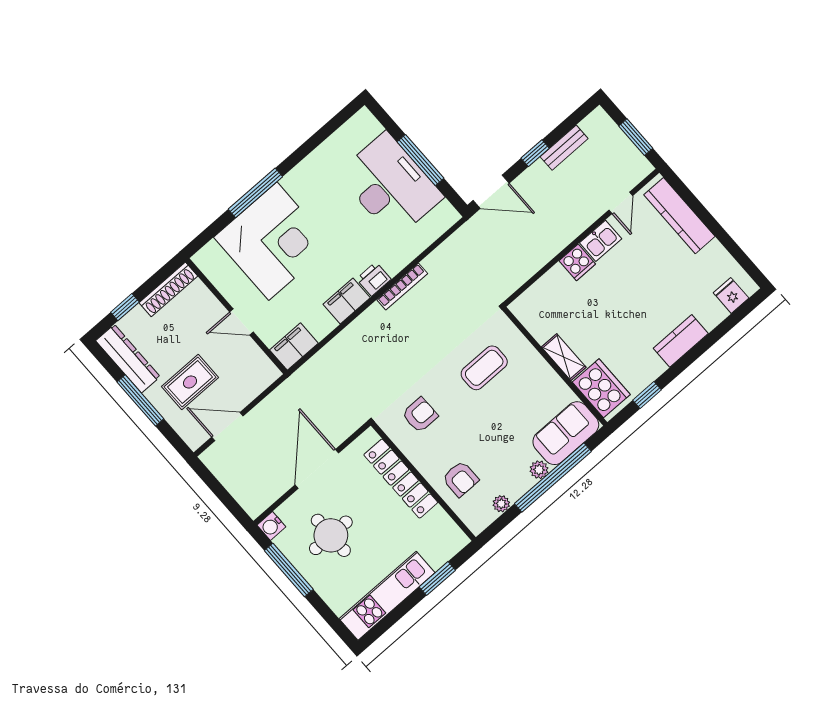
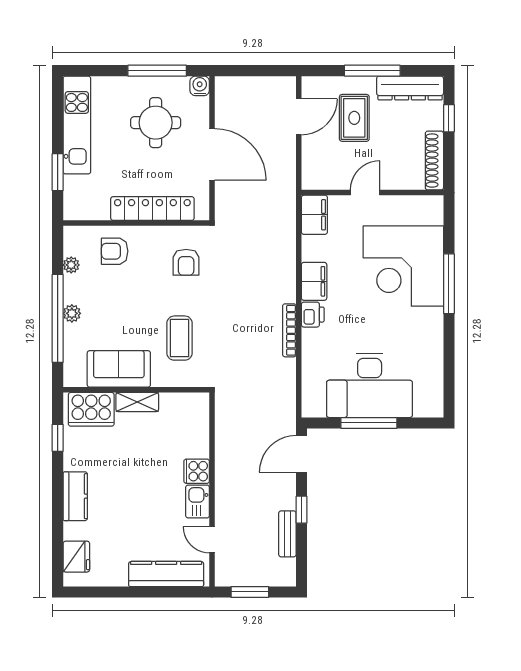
fridge: (731, 295) -> (76, 557), width x1.38
sofa: (566, 433) -> (119, 369), moved, turned -90

